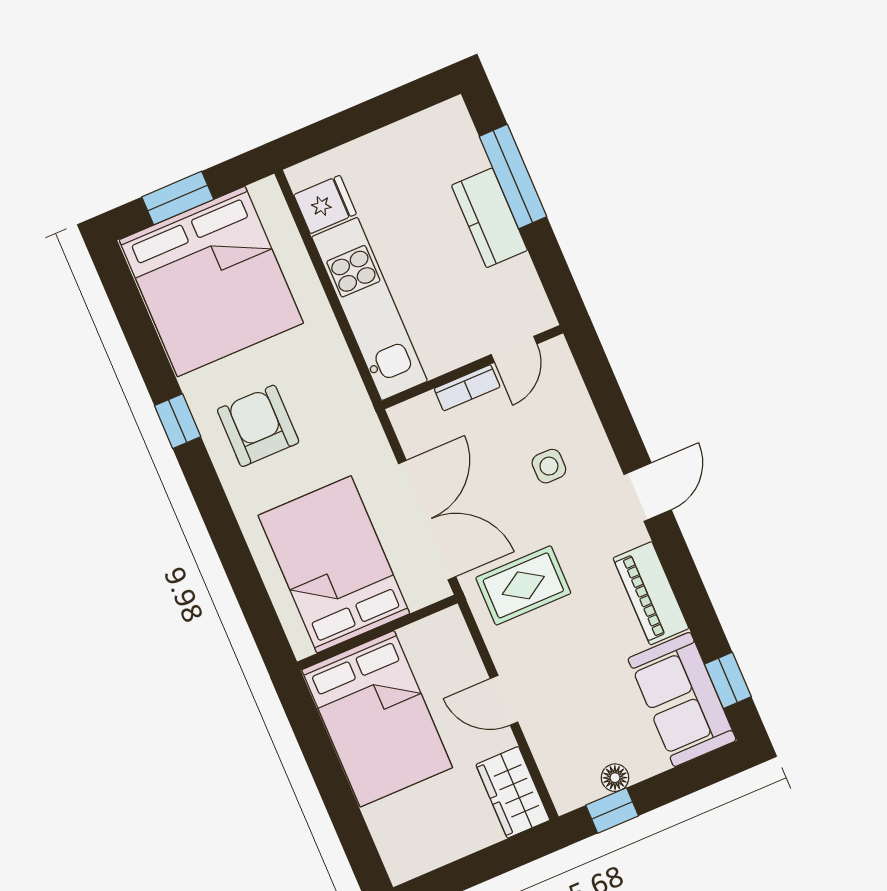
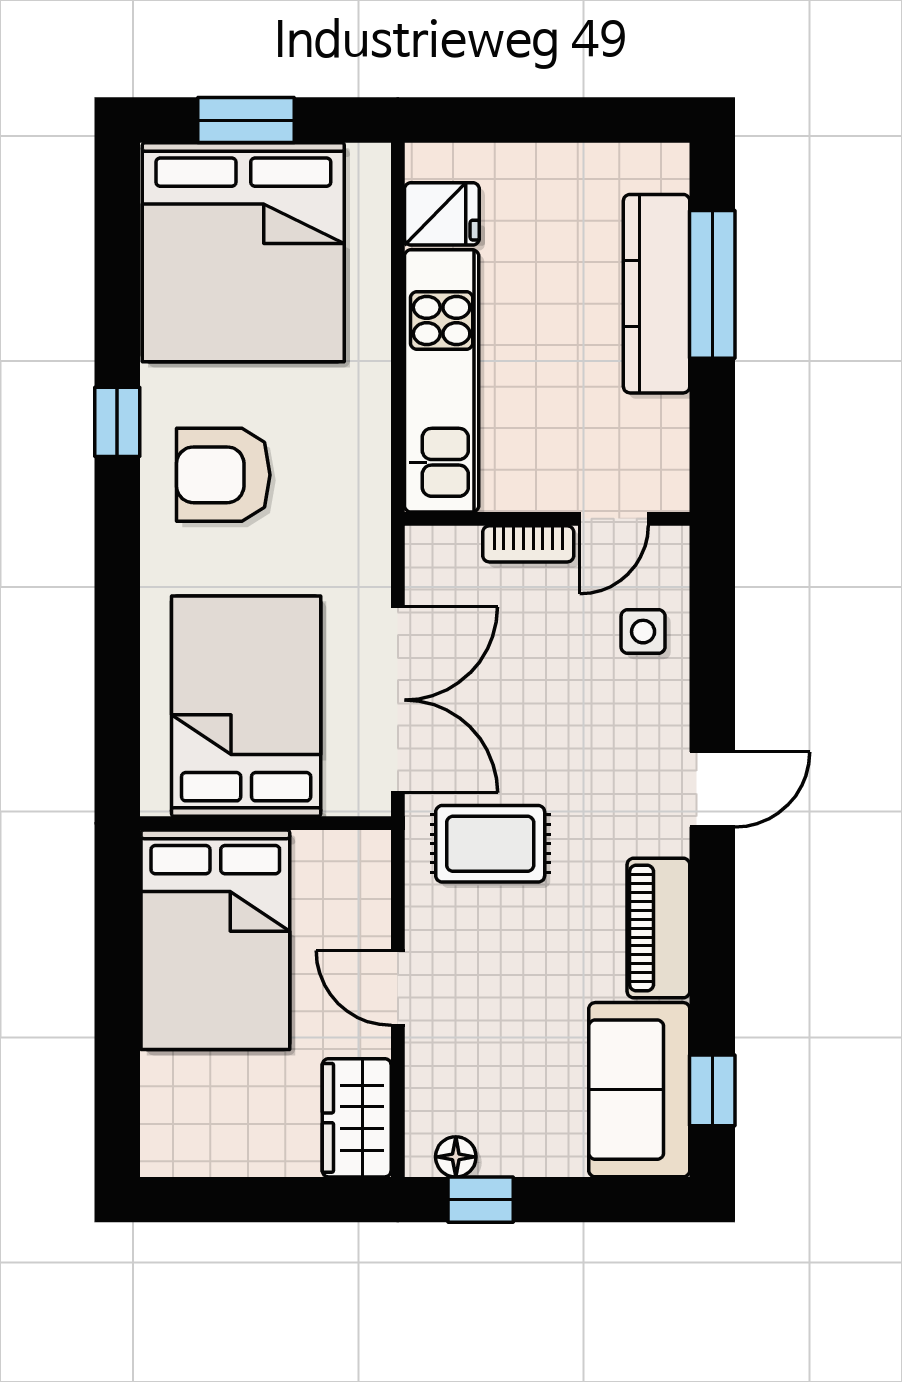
kitchen counter: (489, 218) -> (657, 294), width x1.50
armchair: (258, 426) -> (223, 475), turned -90
side table: (549, 466) -> (643, 632), moved
floor lamp: (615, 778) -> (456, 1157), moved

